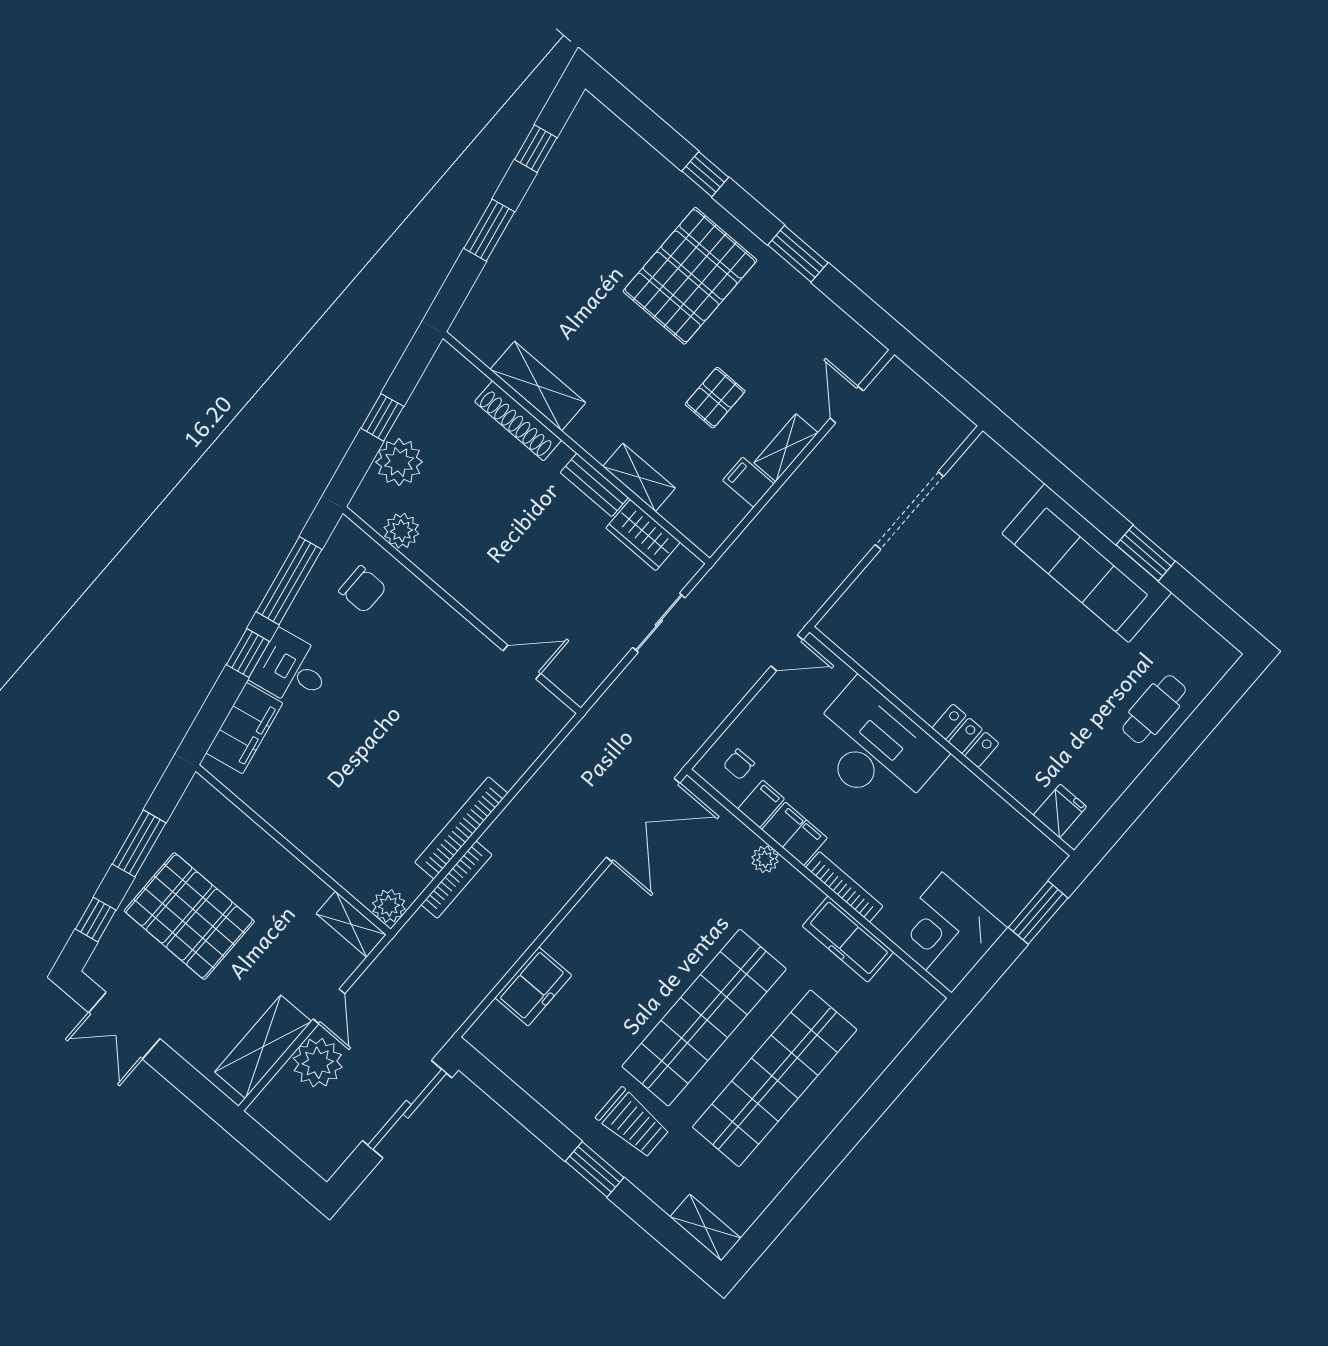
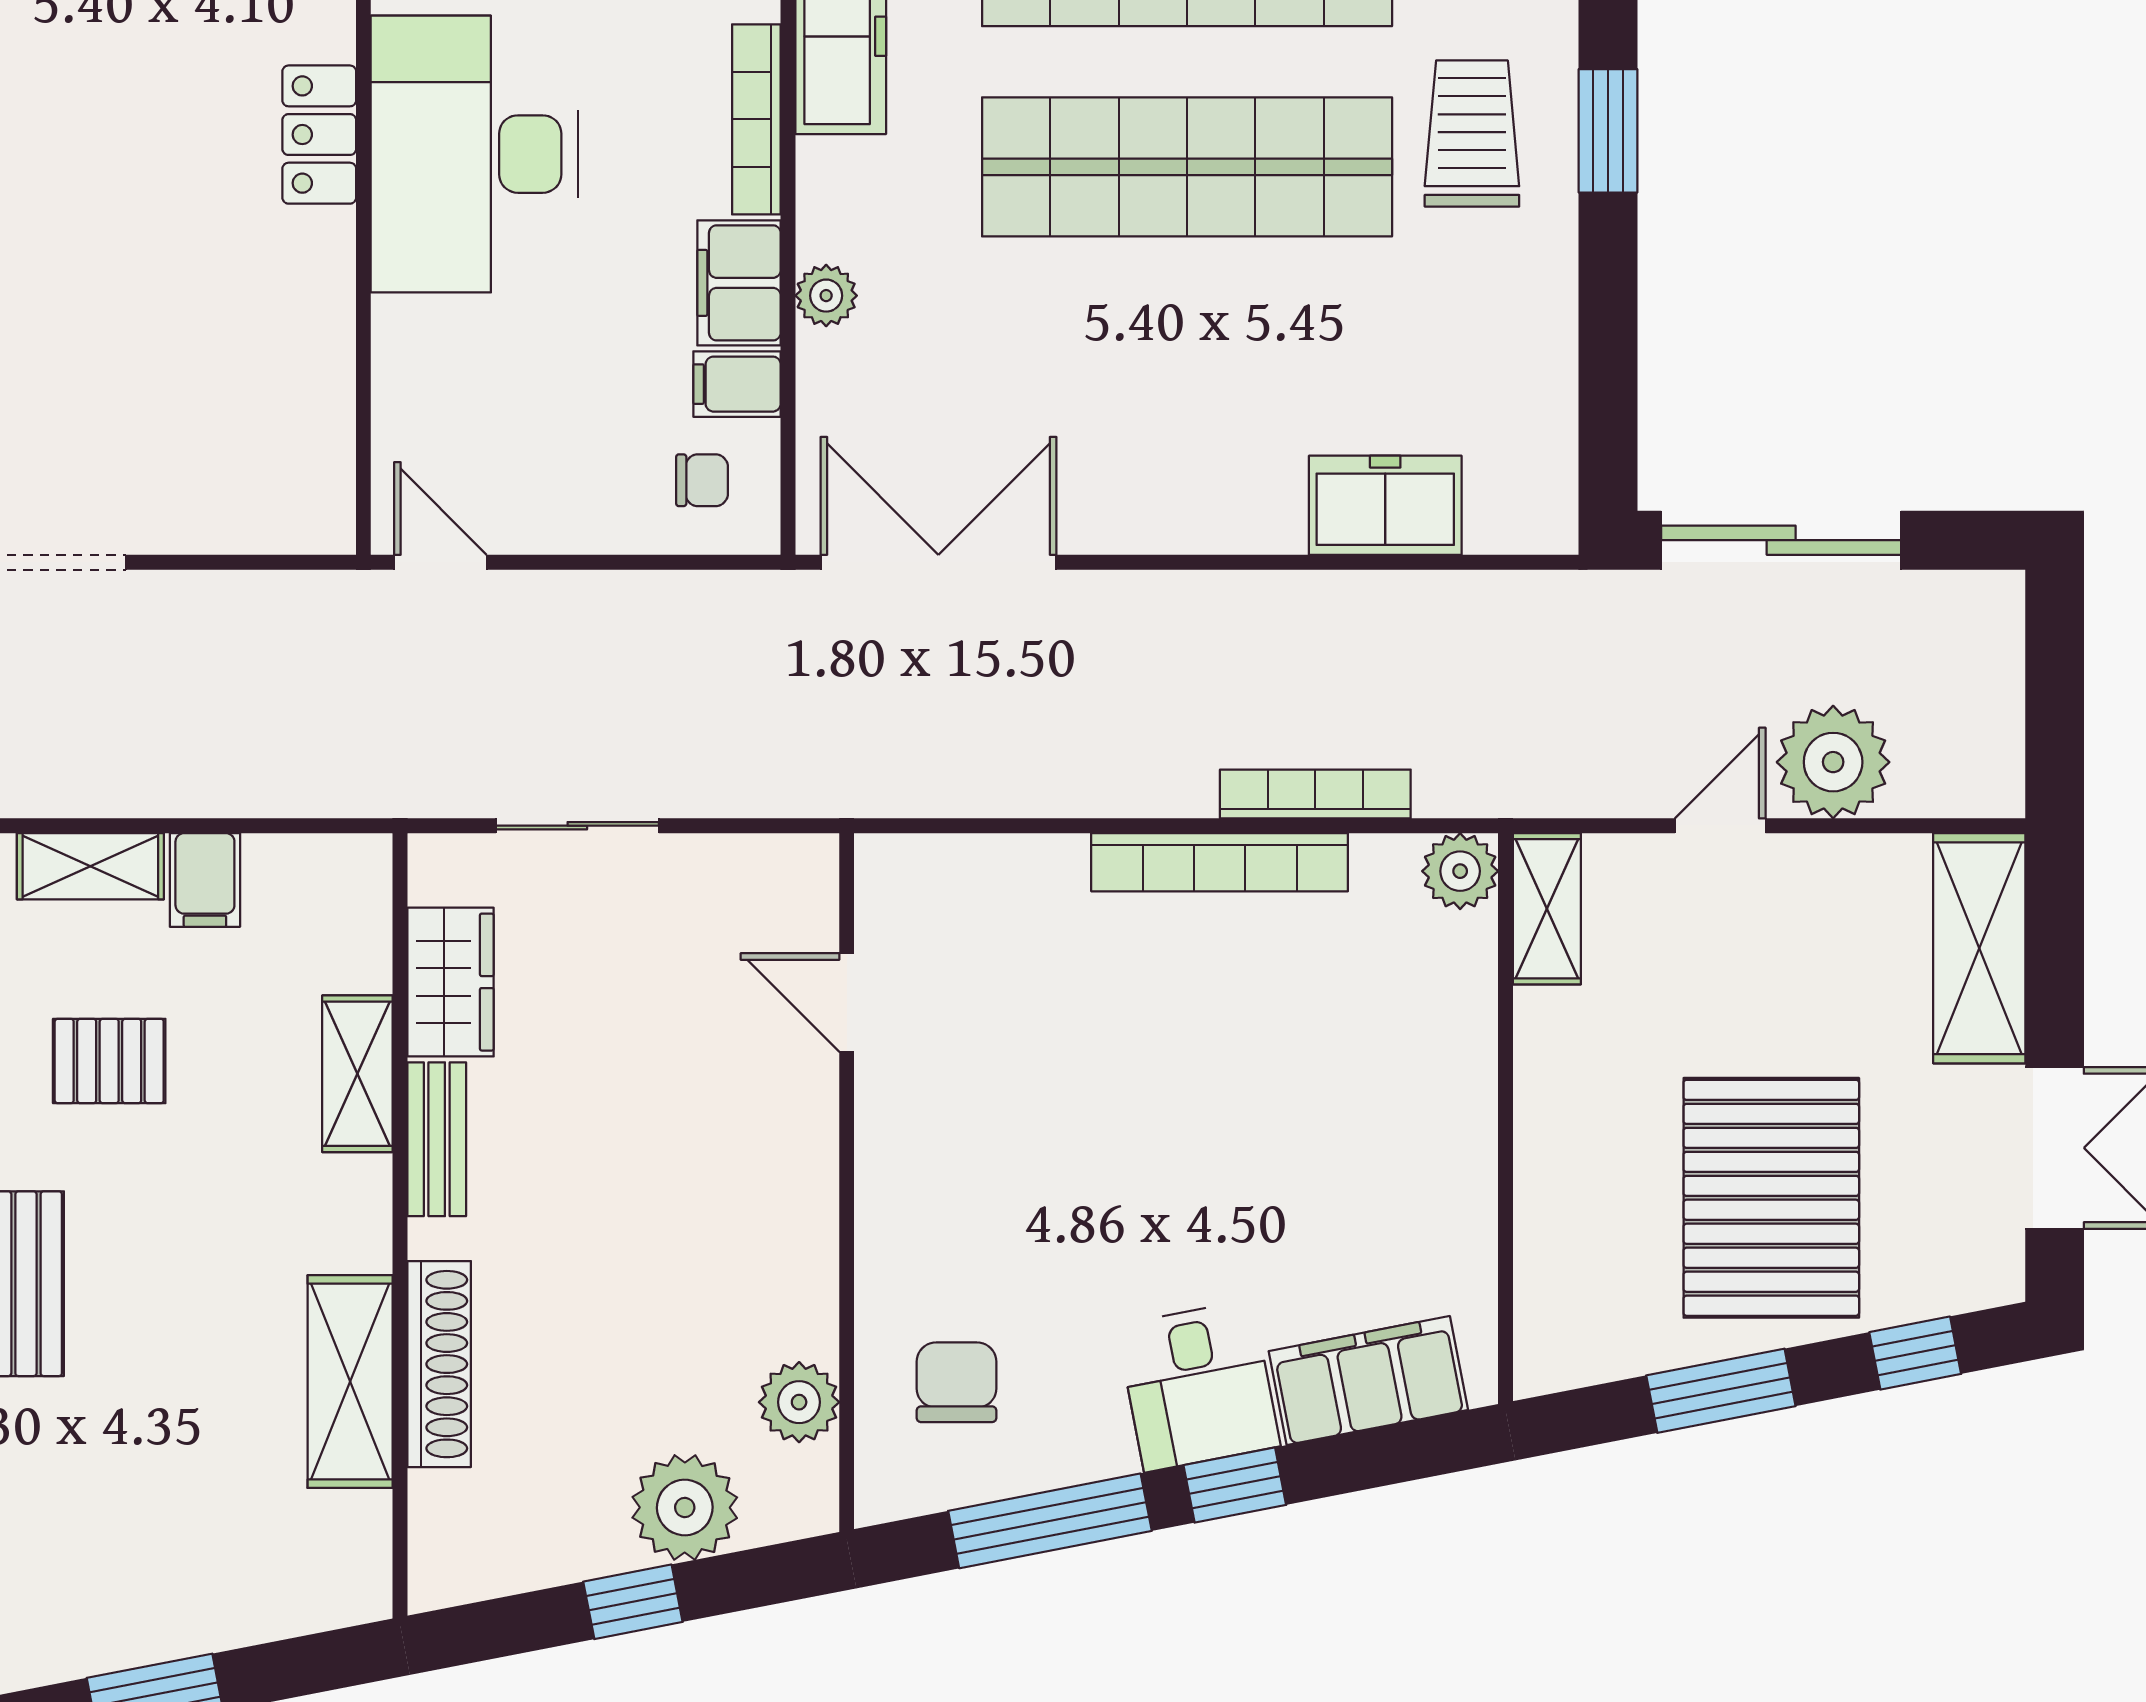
desk: (875, 748) -> (474, 154), moved
shelving: (263, 1047) -> (1979, 948), moved, turned 90

